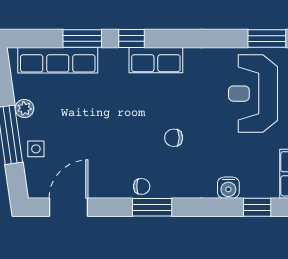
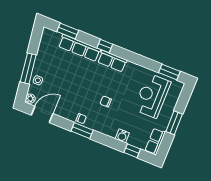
window: (82, 39) -> (68, 31), moved
row of seats: (58, 60) -> (80, 48), moved
plant: (24, 108) -> (30, 99), moved

